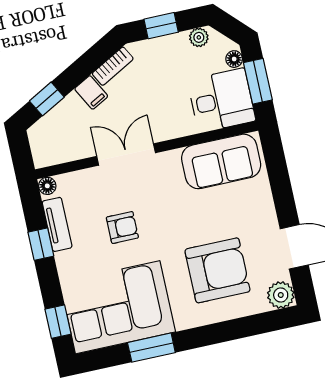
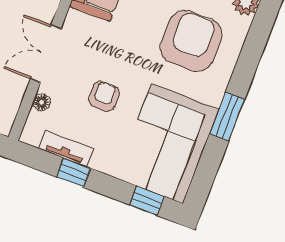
floor lamp: (47, 186) -> (42, 102), moved
window: (151, 348) -> (227, 117), moved

